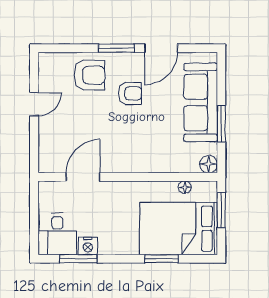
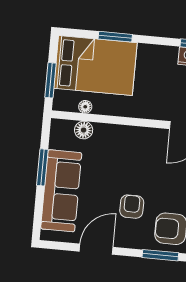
window: (116, 48) -> (160, 255), moved
armchair: (130, 93) -> (132, 207), turned 90
floor lamp: (209, 164) -> (84, 130), moved

